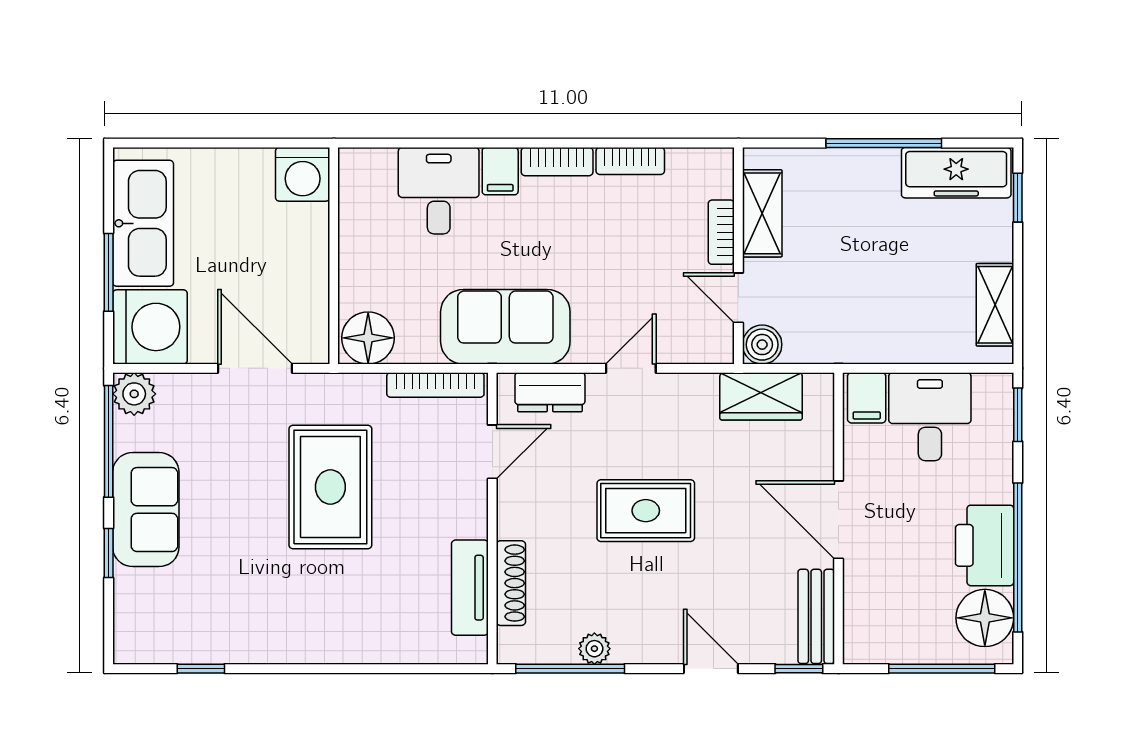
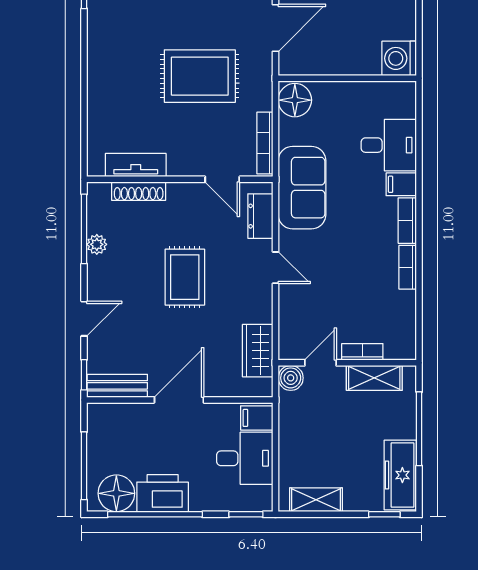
shelving: (762, 213) -> (374, 378), moved
bookcase: (721, 232) -> (362, 352), moved
wall: (738, 256) -> (347, 363), moved
door: (738, 298) -> (320, 363), moved
boiler: (762, 345) -> (291, 378), moved

